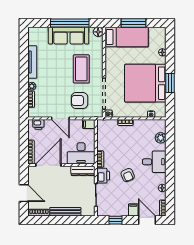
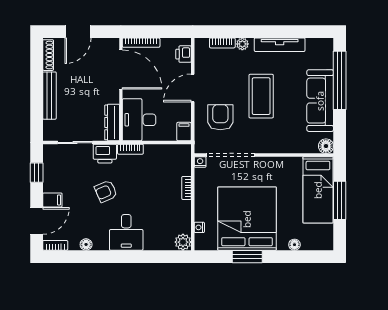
window: (70, 23) -> (340, 80), moved
coffee table: (81, 69) -> (261, 96), moved, turned 90
plant: (161, 138) -> (183, 242), moved

